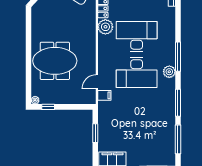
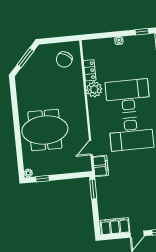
filing cabinet: (104, 95) -> (101, 166), width x2.00
window: (95, 133) -> (93, 189), moved

